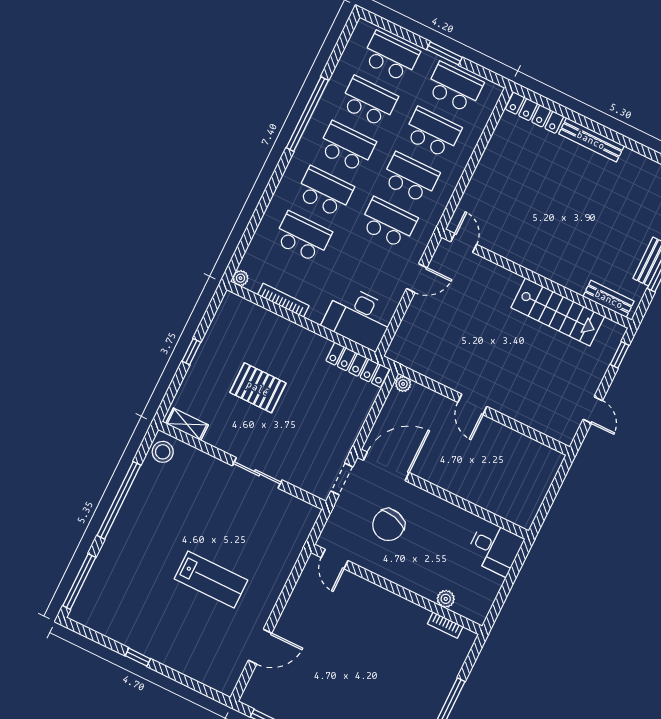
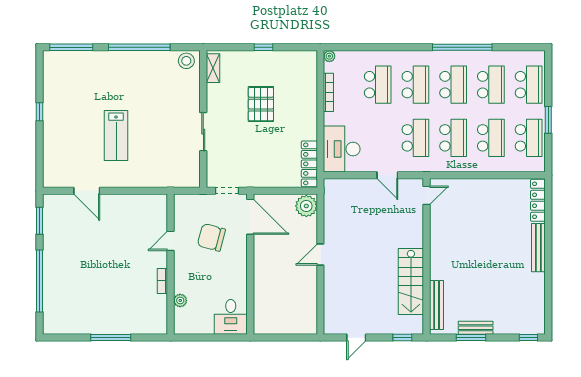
bench: (609, 299) -> (437, 305), width x1.36
plant: (403, 384) -> (306, 206), width x1.88, depth x1.88
door: (335, 559) -> (171, 241), moved
bookcase: (445, 625) -> (162, 281), moved

